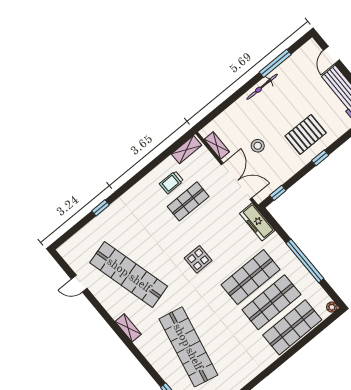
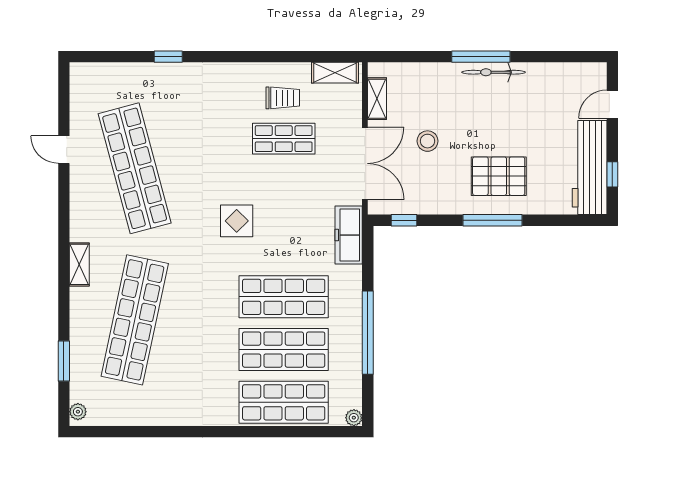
window: (275, 63) -> (481, 57), moved
window: (320, 158) -> (493, 220), width x2.17
trolley: (171, 182) -> (283, 98), turned 180
door: (79, 284) -> (64, 150), moved
shelving: (128, 328) -> (79, 264), moved

